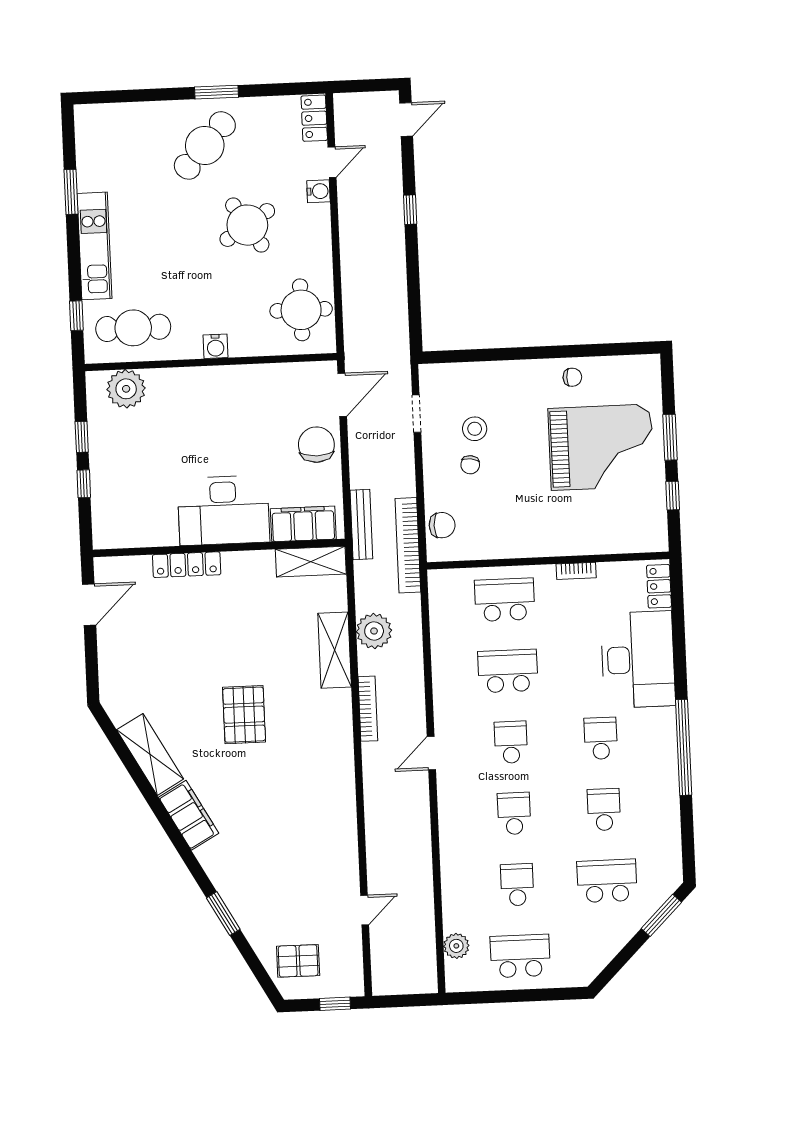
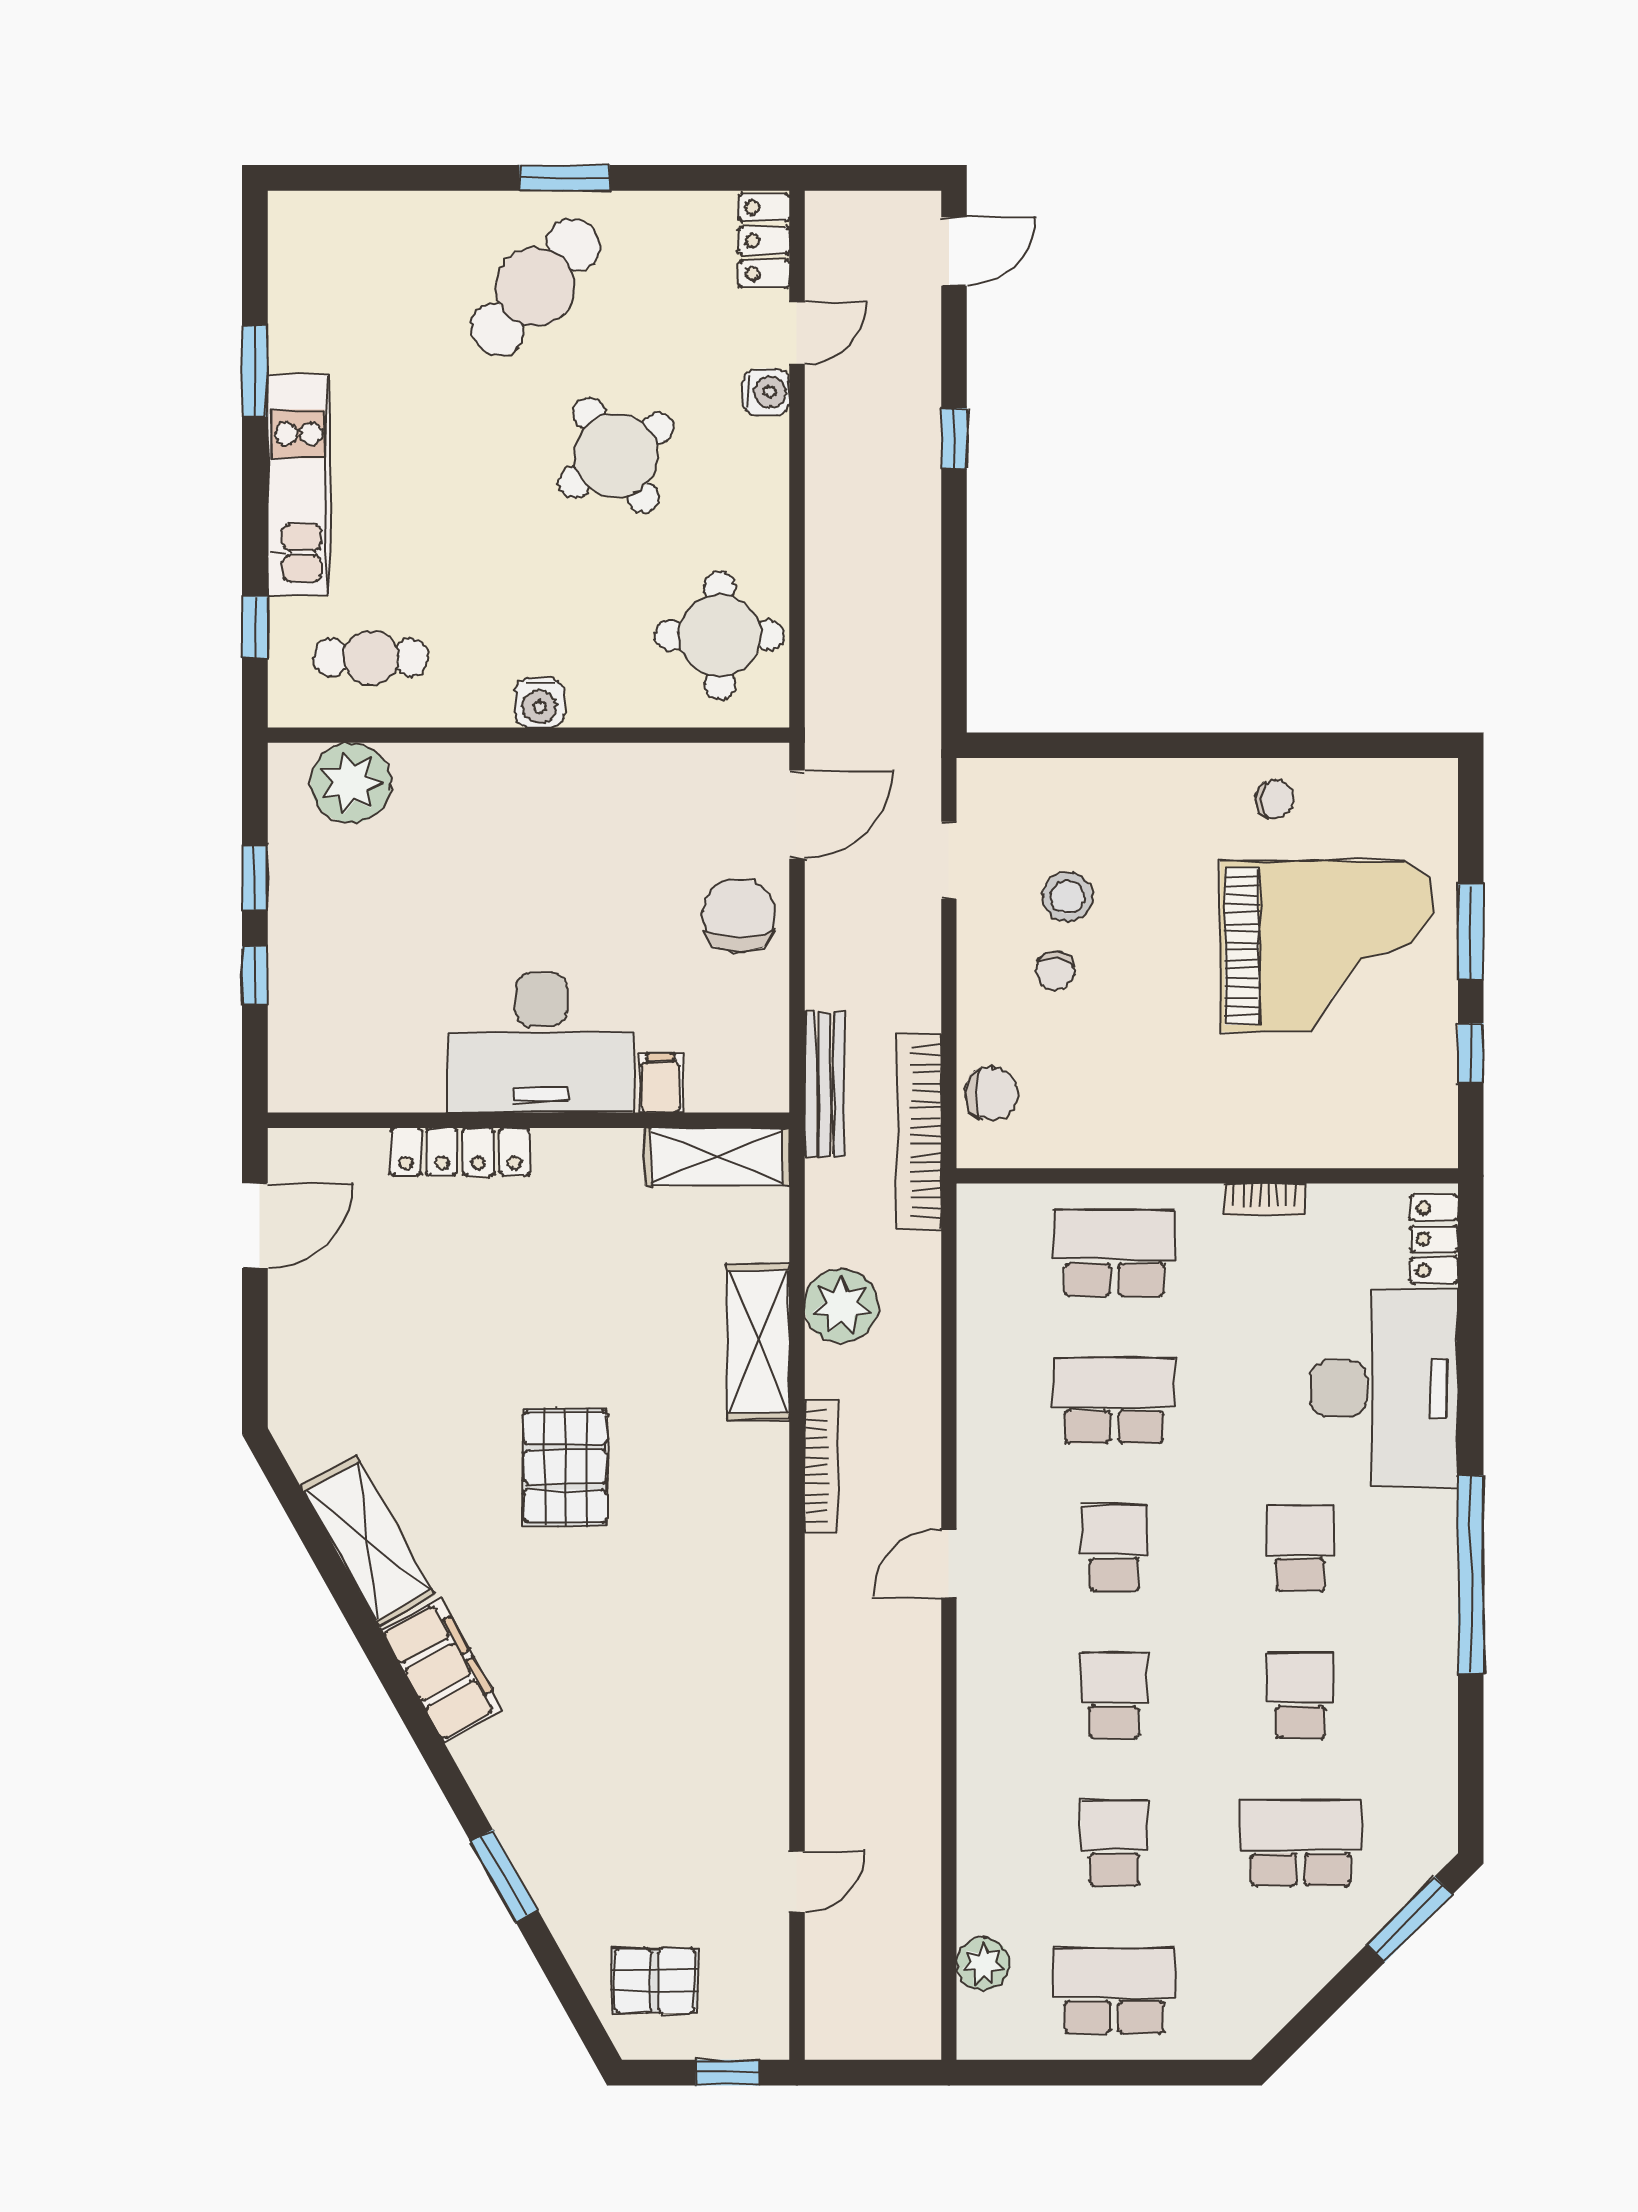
cafe table: (133, 328) -> (371, 658), width x0.73, depth x0.74
filing cabinet: (303, 524) -> (660, 1083), width x0.33, depth x0.86

